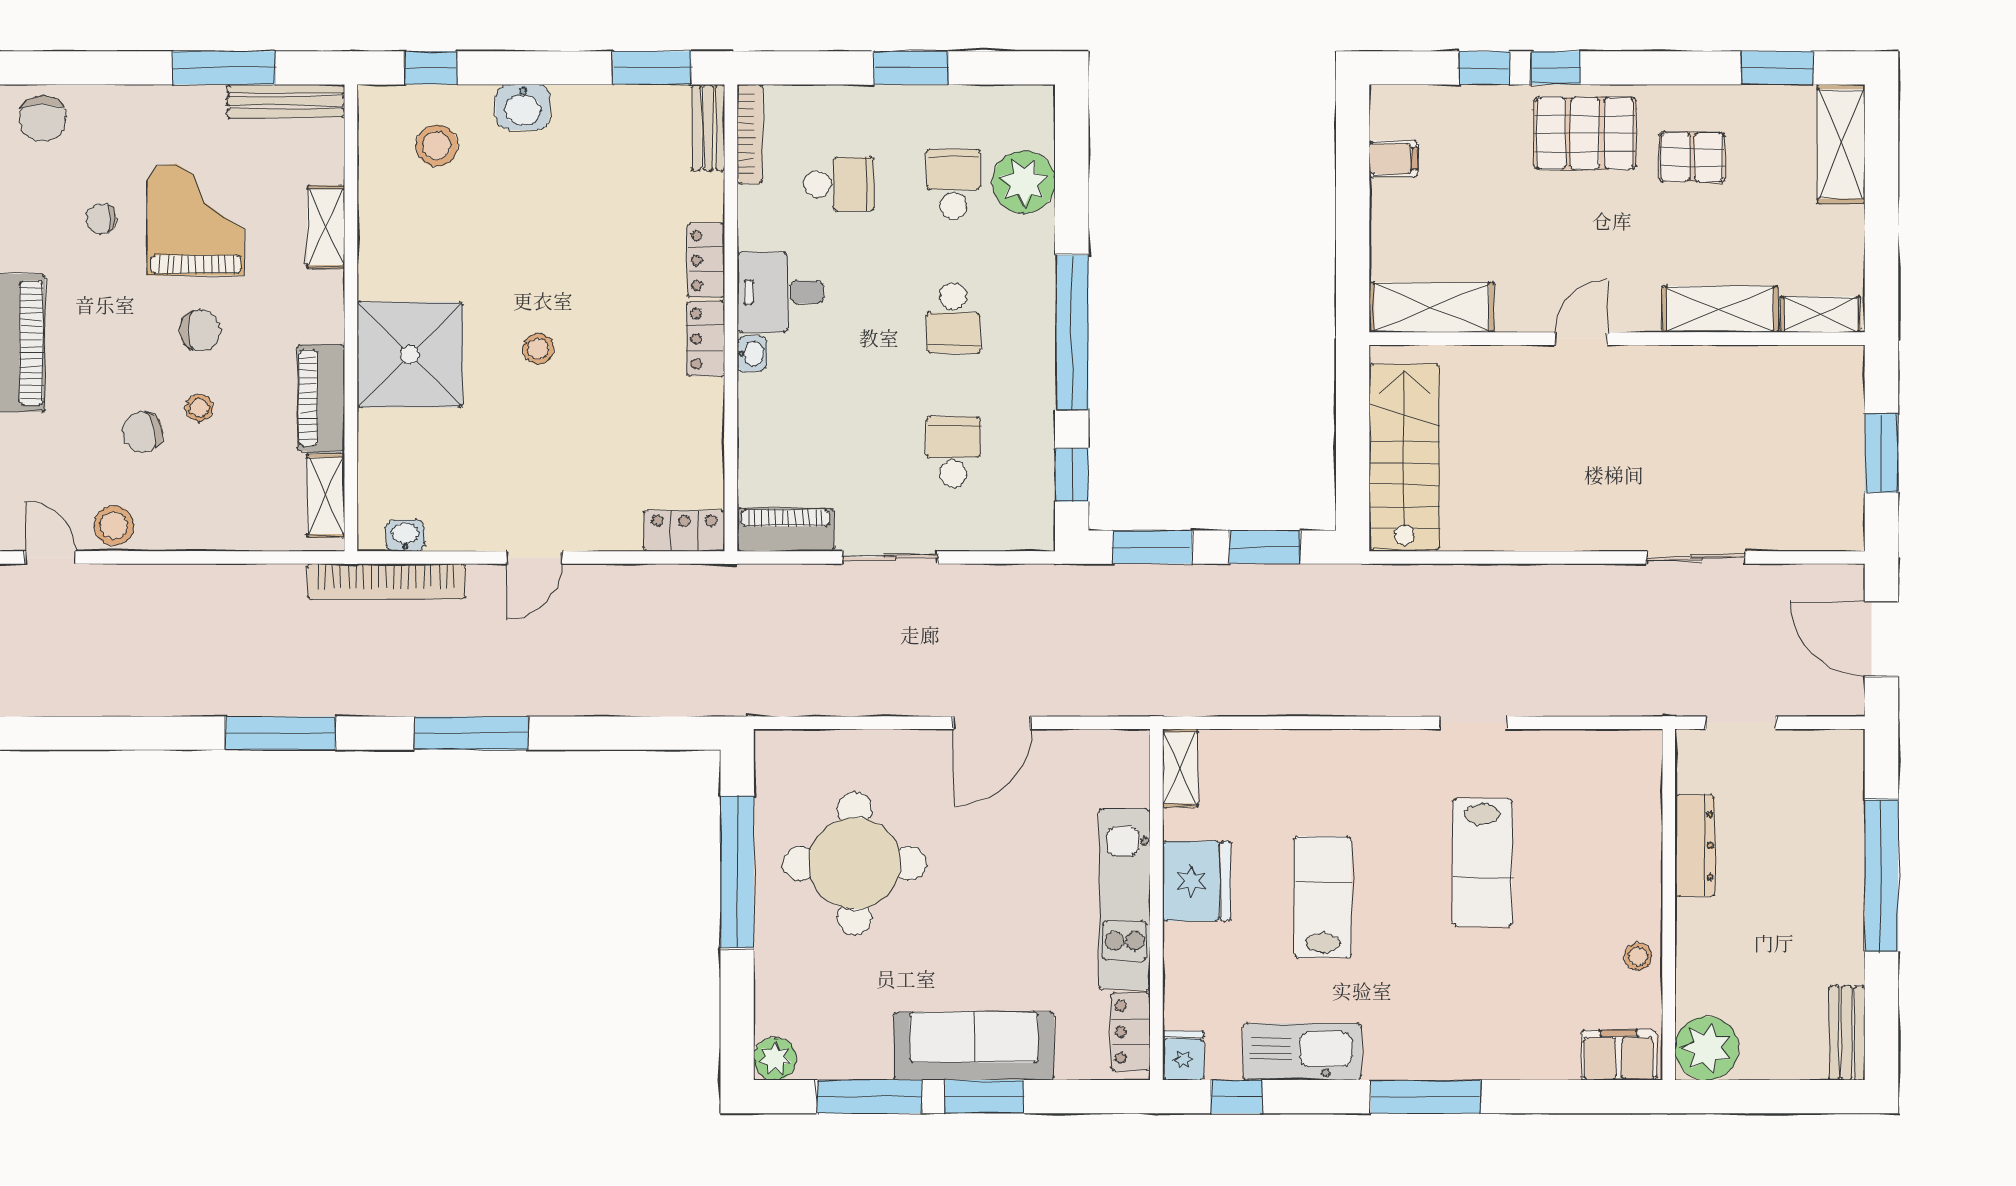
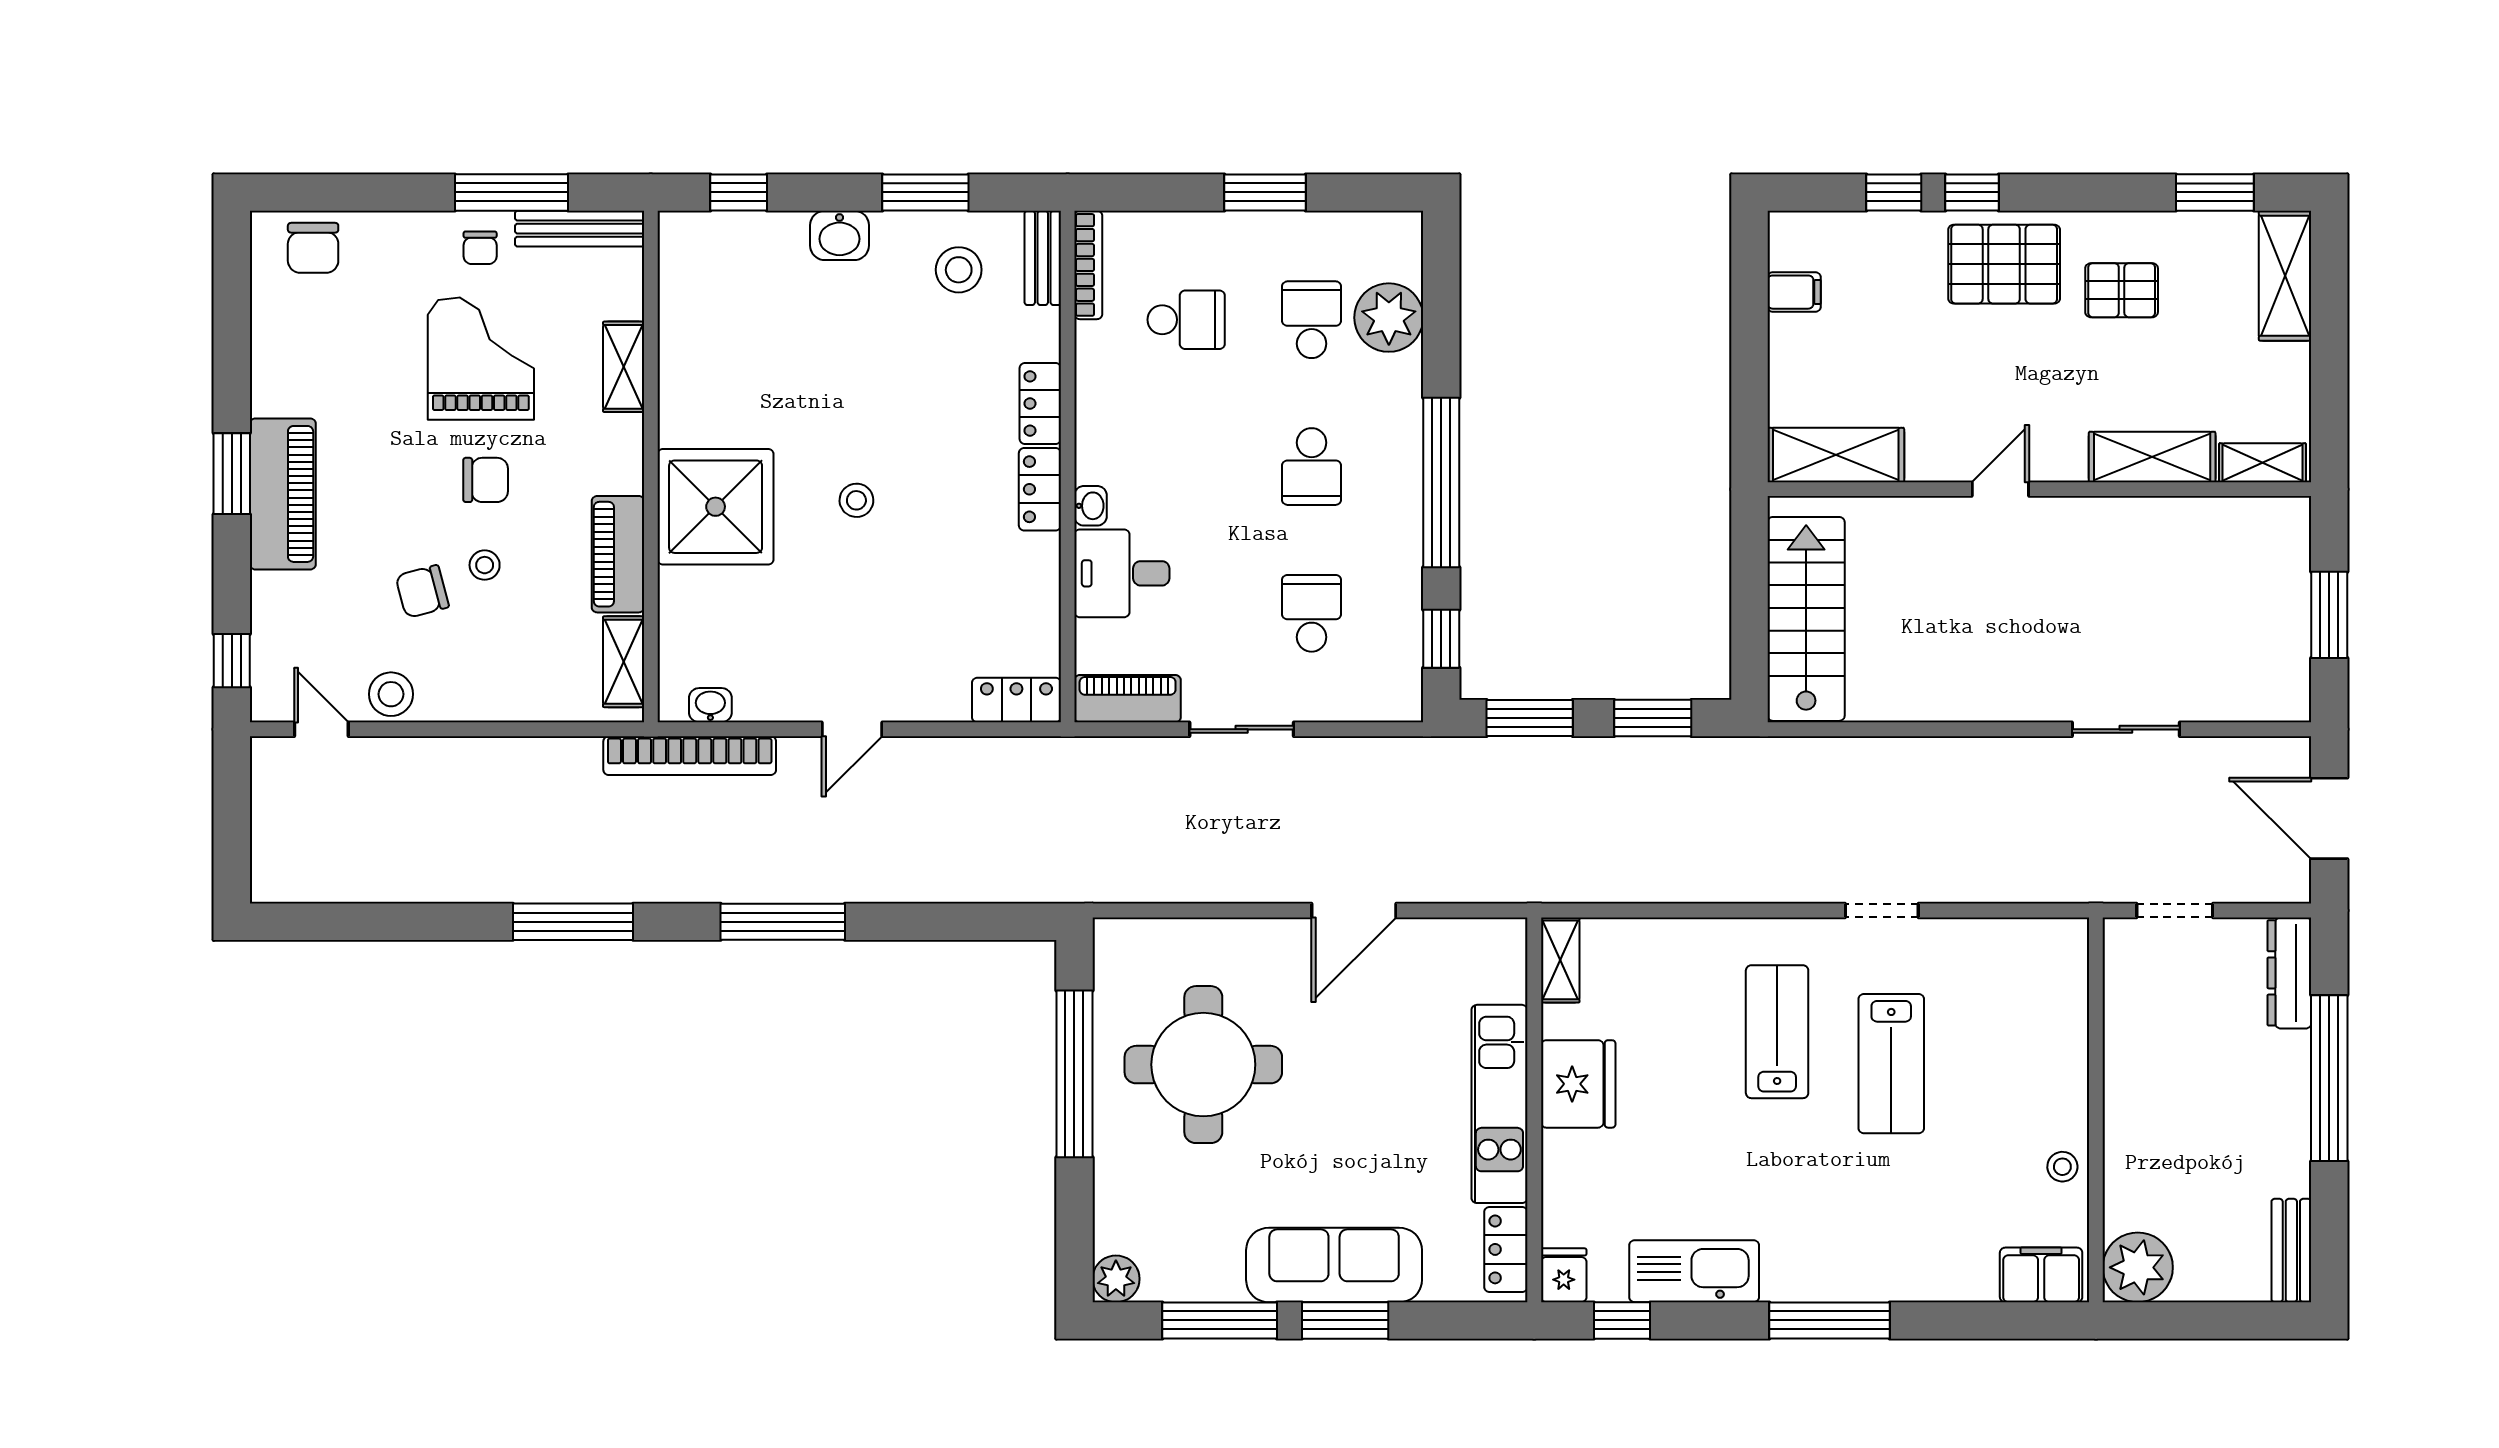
window: (652, 68) -> (925, 192), moved
stool: (437, 146) -> (959, 270), moved
chair: (101, 219) -> (480, 248), moved, turned -90
desk: (780, 292) -> (1122, 573), moved
dresser: (1695, 846) -> (2289, 973), moved, turned 180
lab bench: (1323, 897) -> (1777, 1032), moved

